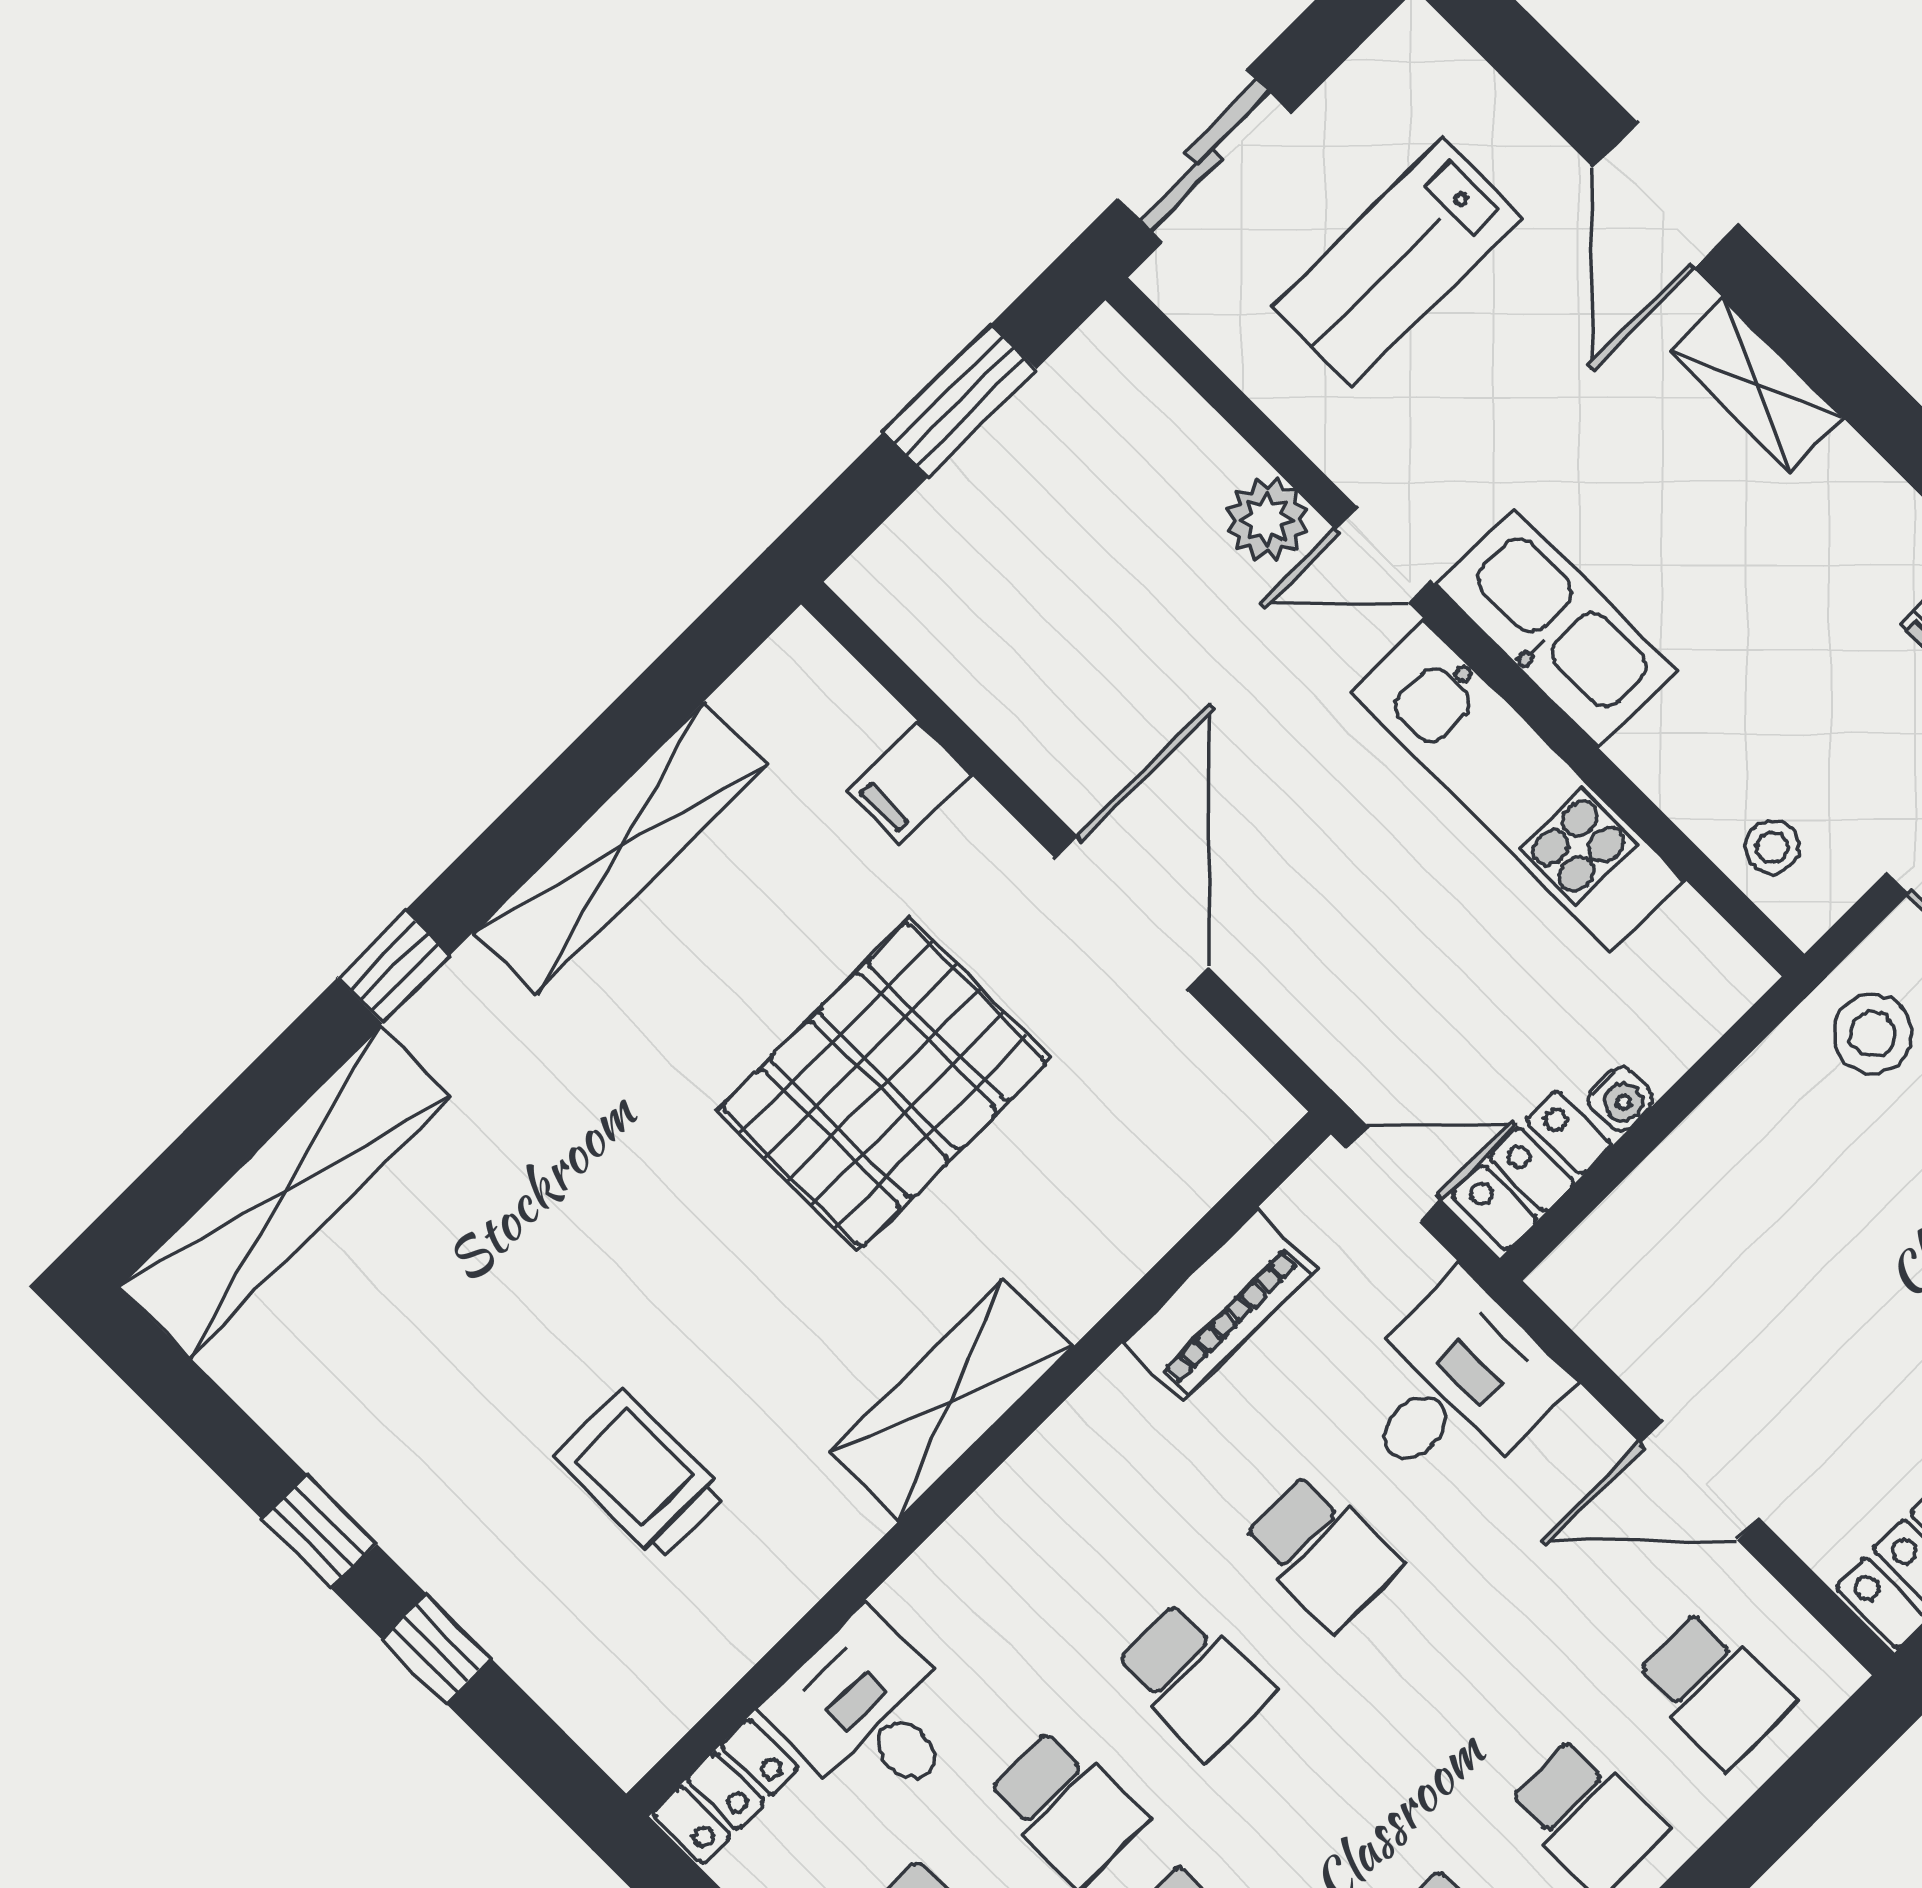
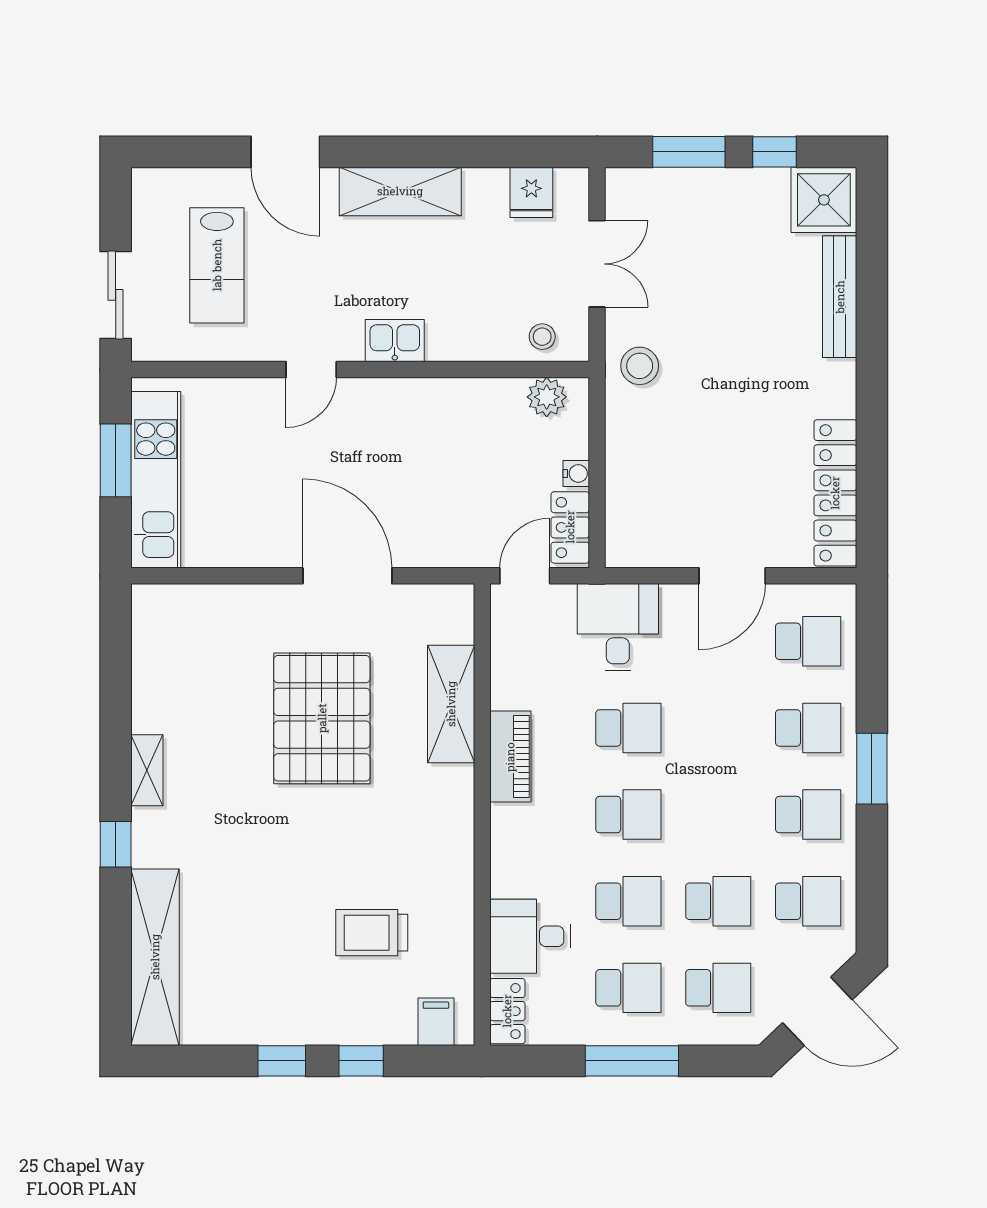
shelving: (1756, 385) -> (400, 191), width x1.50, depth x1.33
plant: (1267, 520) -> (547, 397), moved
kitchen sink: (1556, 628) -> (395, 341), width x0.53, depth x0.81
filing cabinet: (909, 782) -> (436, 1022), moved, turned 180
kitchen unit: (1518, 786) -> (156, 480), moved, turned -90
shelving: (620, 848) -> (147, 770), width x0.45, depth x0.75
piano: (1220, 1305) -> (510, 757), moved
shelving: (951, 1400) -> (451, 704), moved

